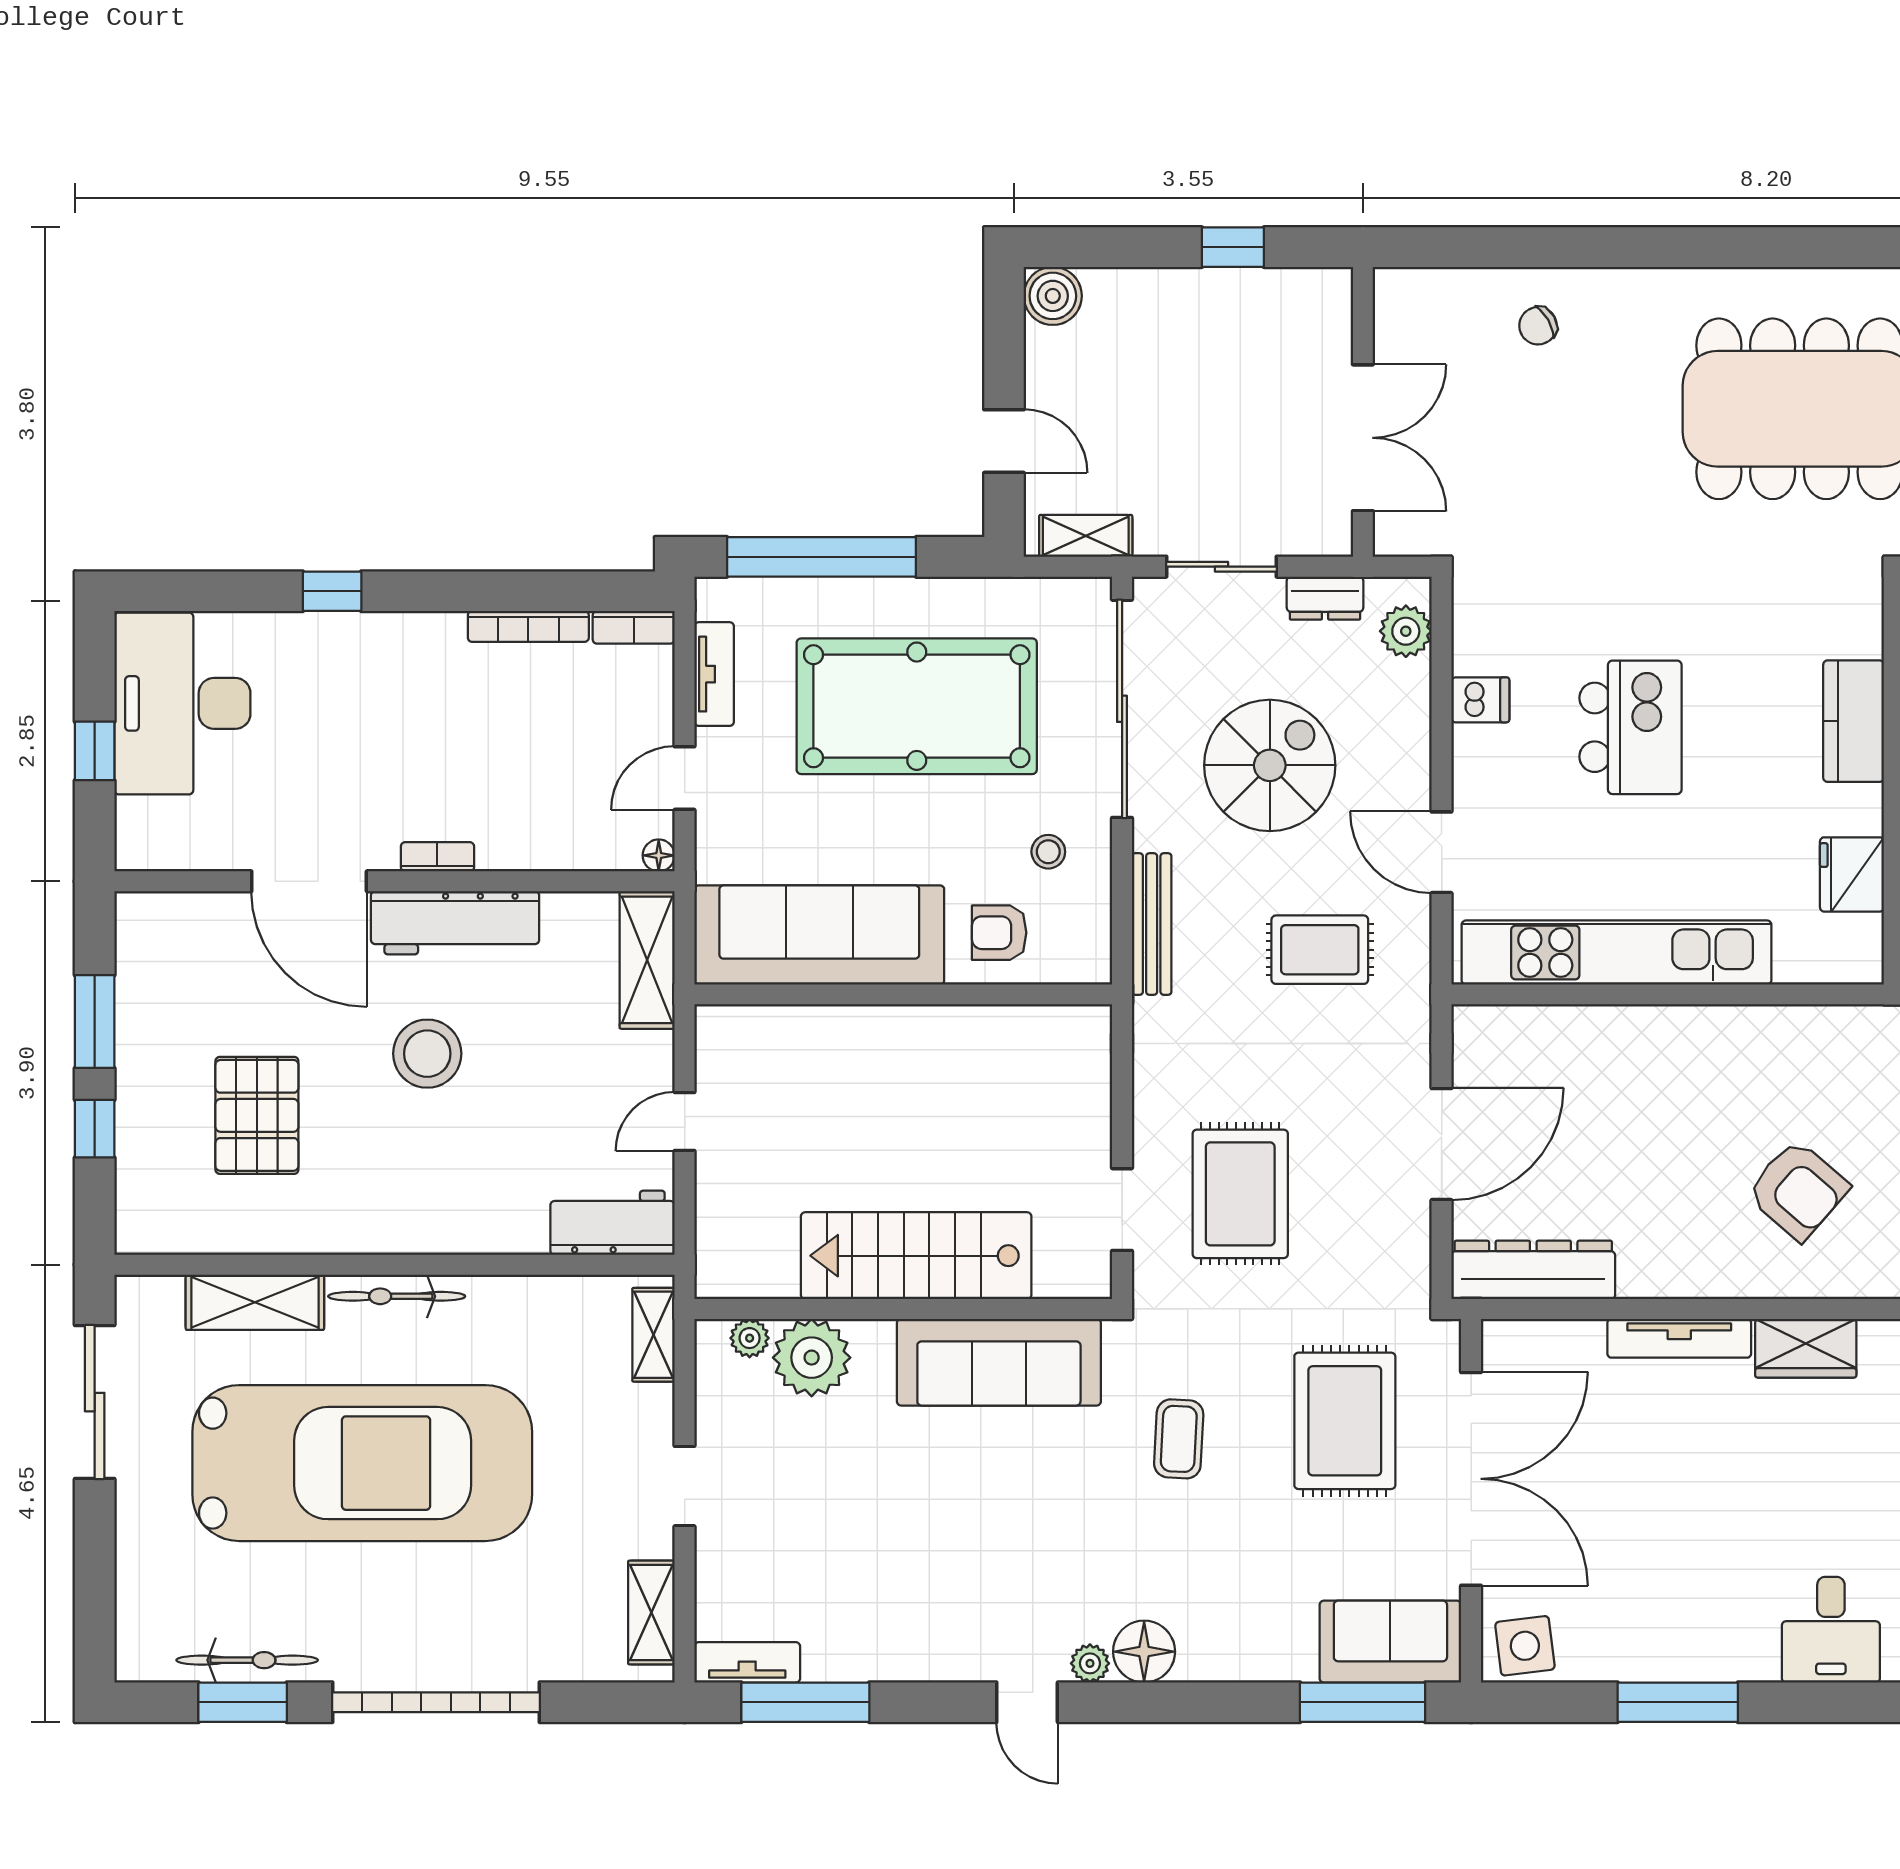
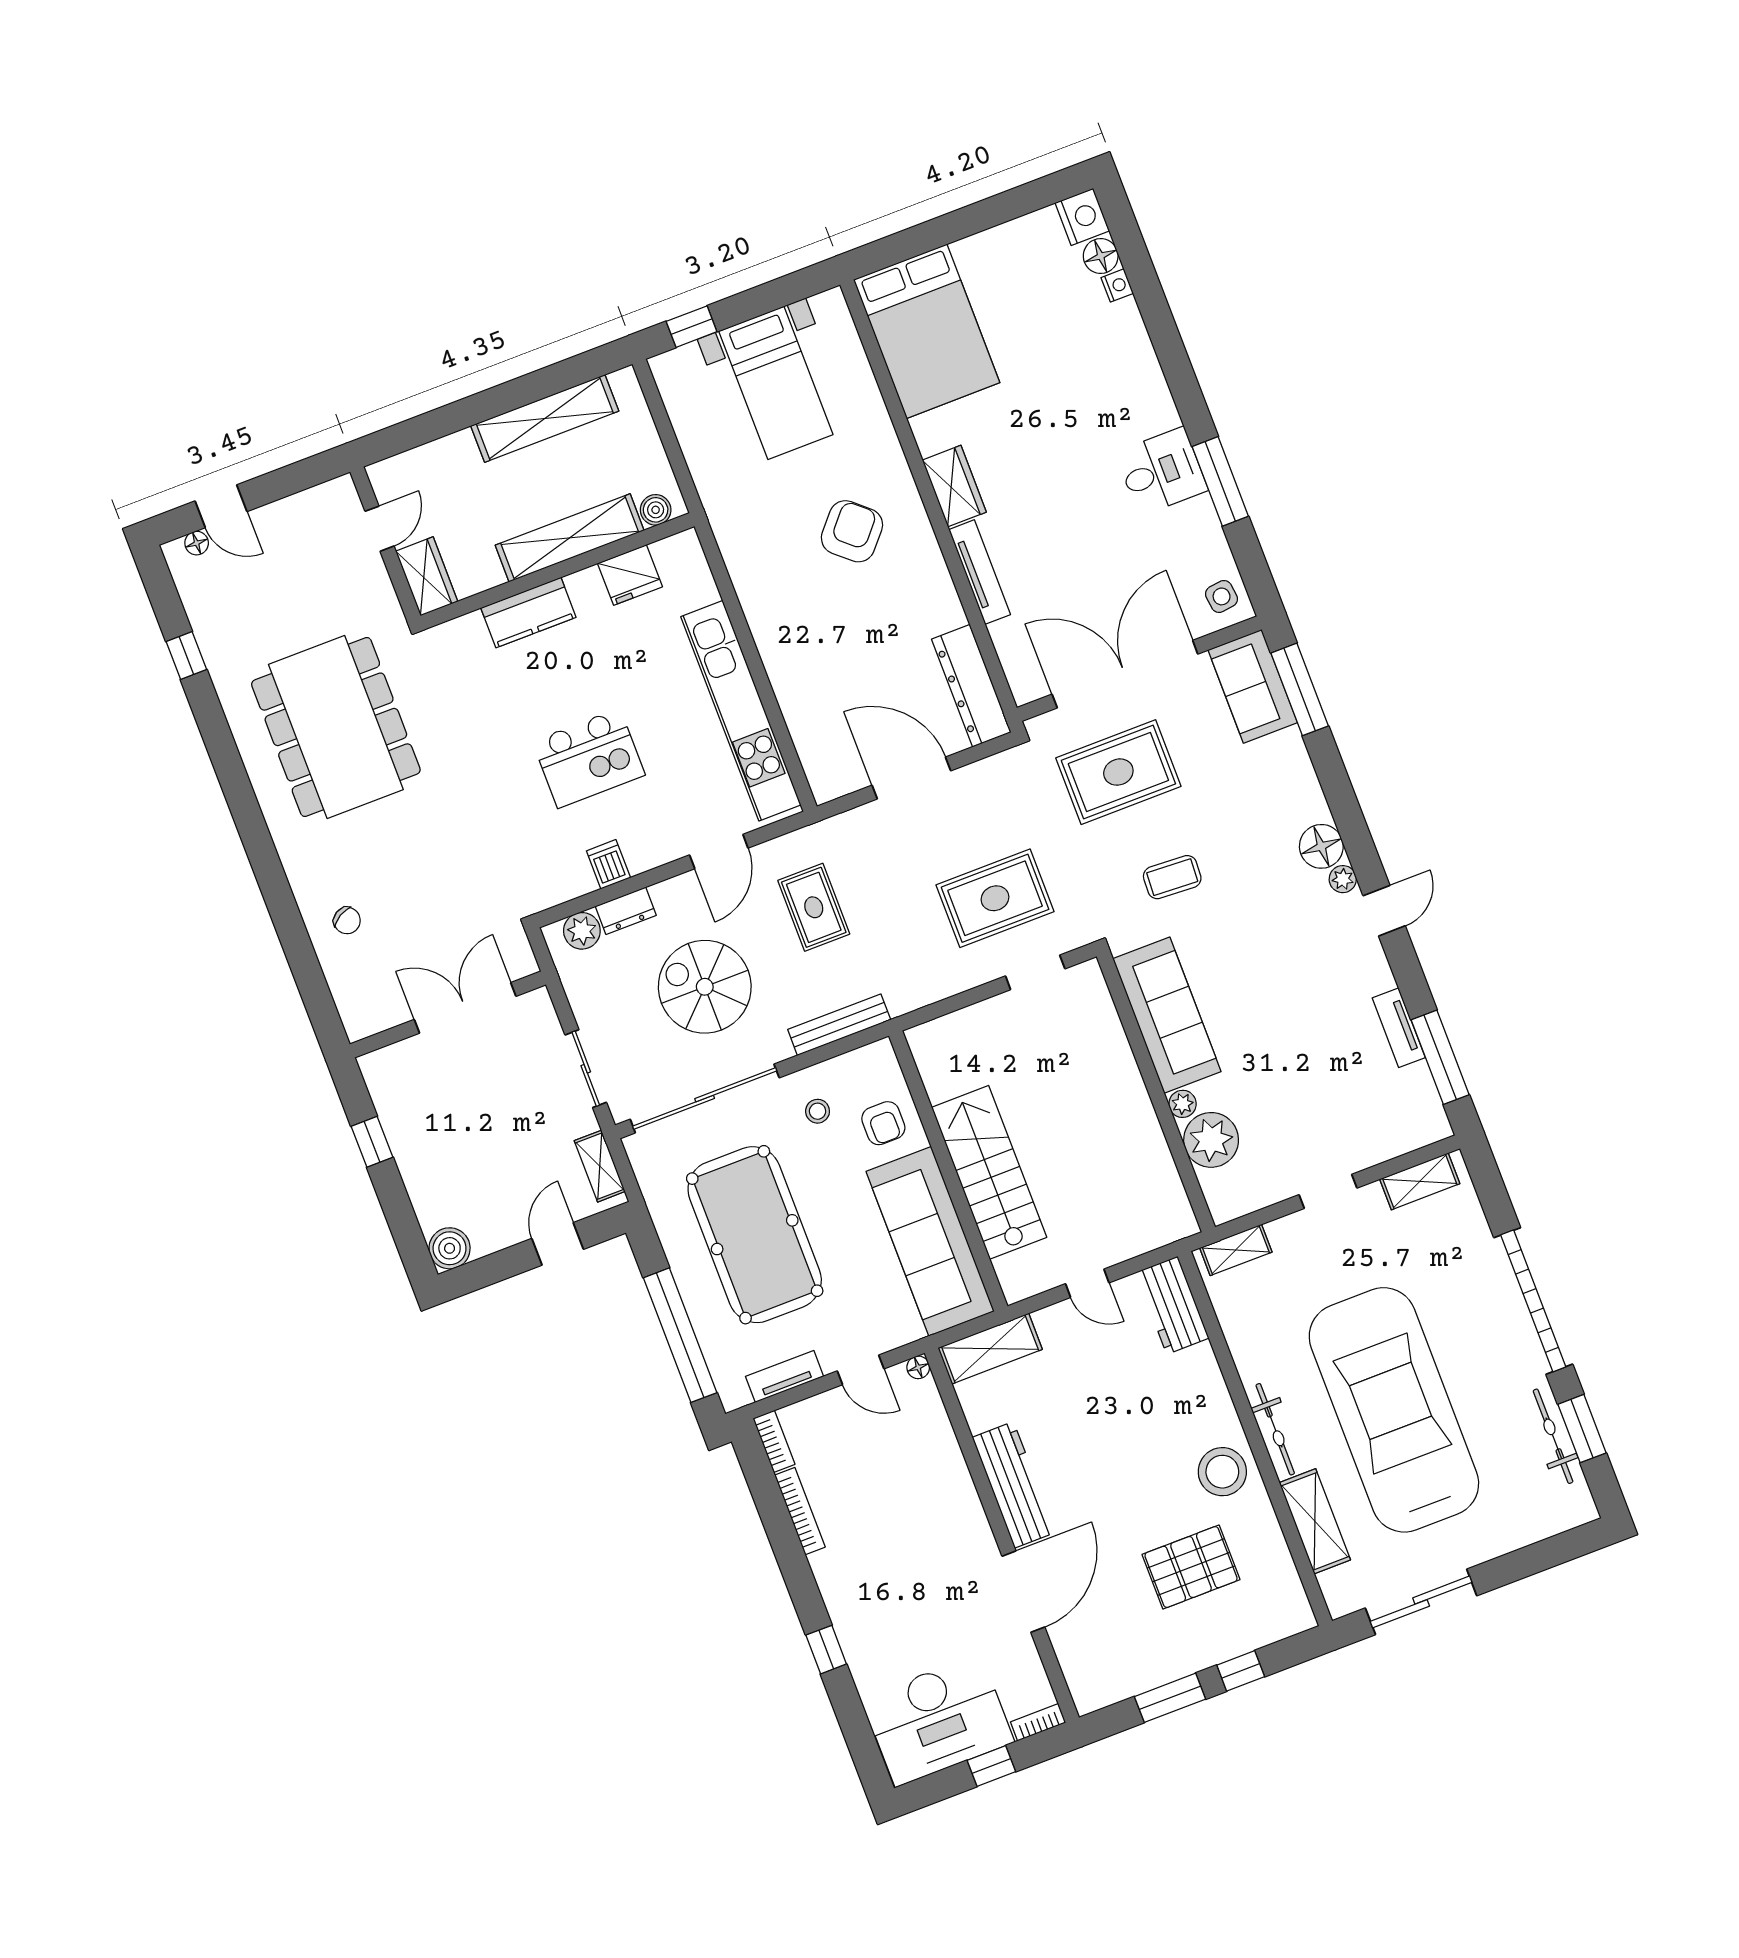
dresser: (1325, 598) -> (626, 911), moved, turned 90
kitchen island: (1630, 727) -> (589, 758), turned 180
bookcase: (437, 857) -> (1038, 1722), moved, turned 90
stool: (427, 1054) -> (1222, 1472), moved
stairs: (916, 1256) -> (989, 1172), moved, turned 180
plant: (750, 1338) -> (1183, 1104), moved
desk: (1831, 1630) -> (1162, 471), moved
side table: (1525, 1646) -> (1222, 596), width x0.73, depth x0.73
tv unit: (747, 1662) -> (1399, 1028), moved

